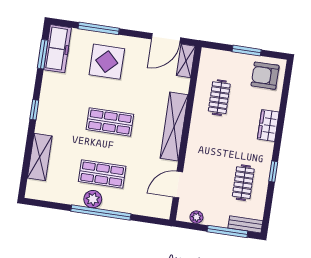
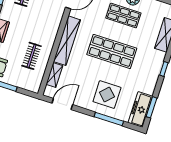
shelving: (186, 61) -> (54, 75), moved
shop shelf: (110, 122) -> (112, 51), width x1.43, depth x1.36

